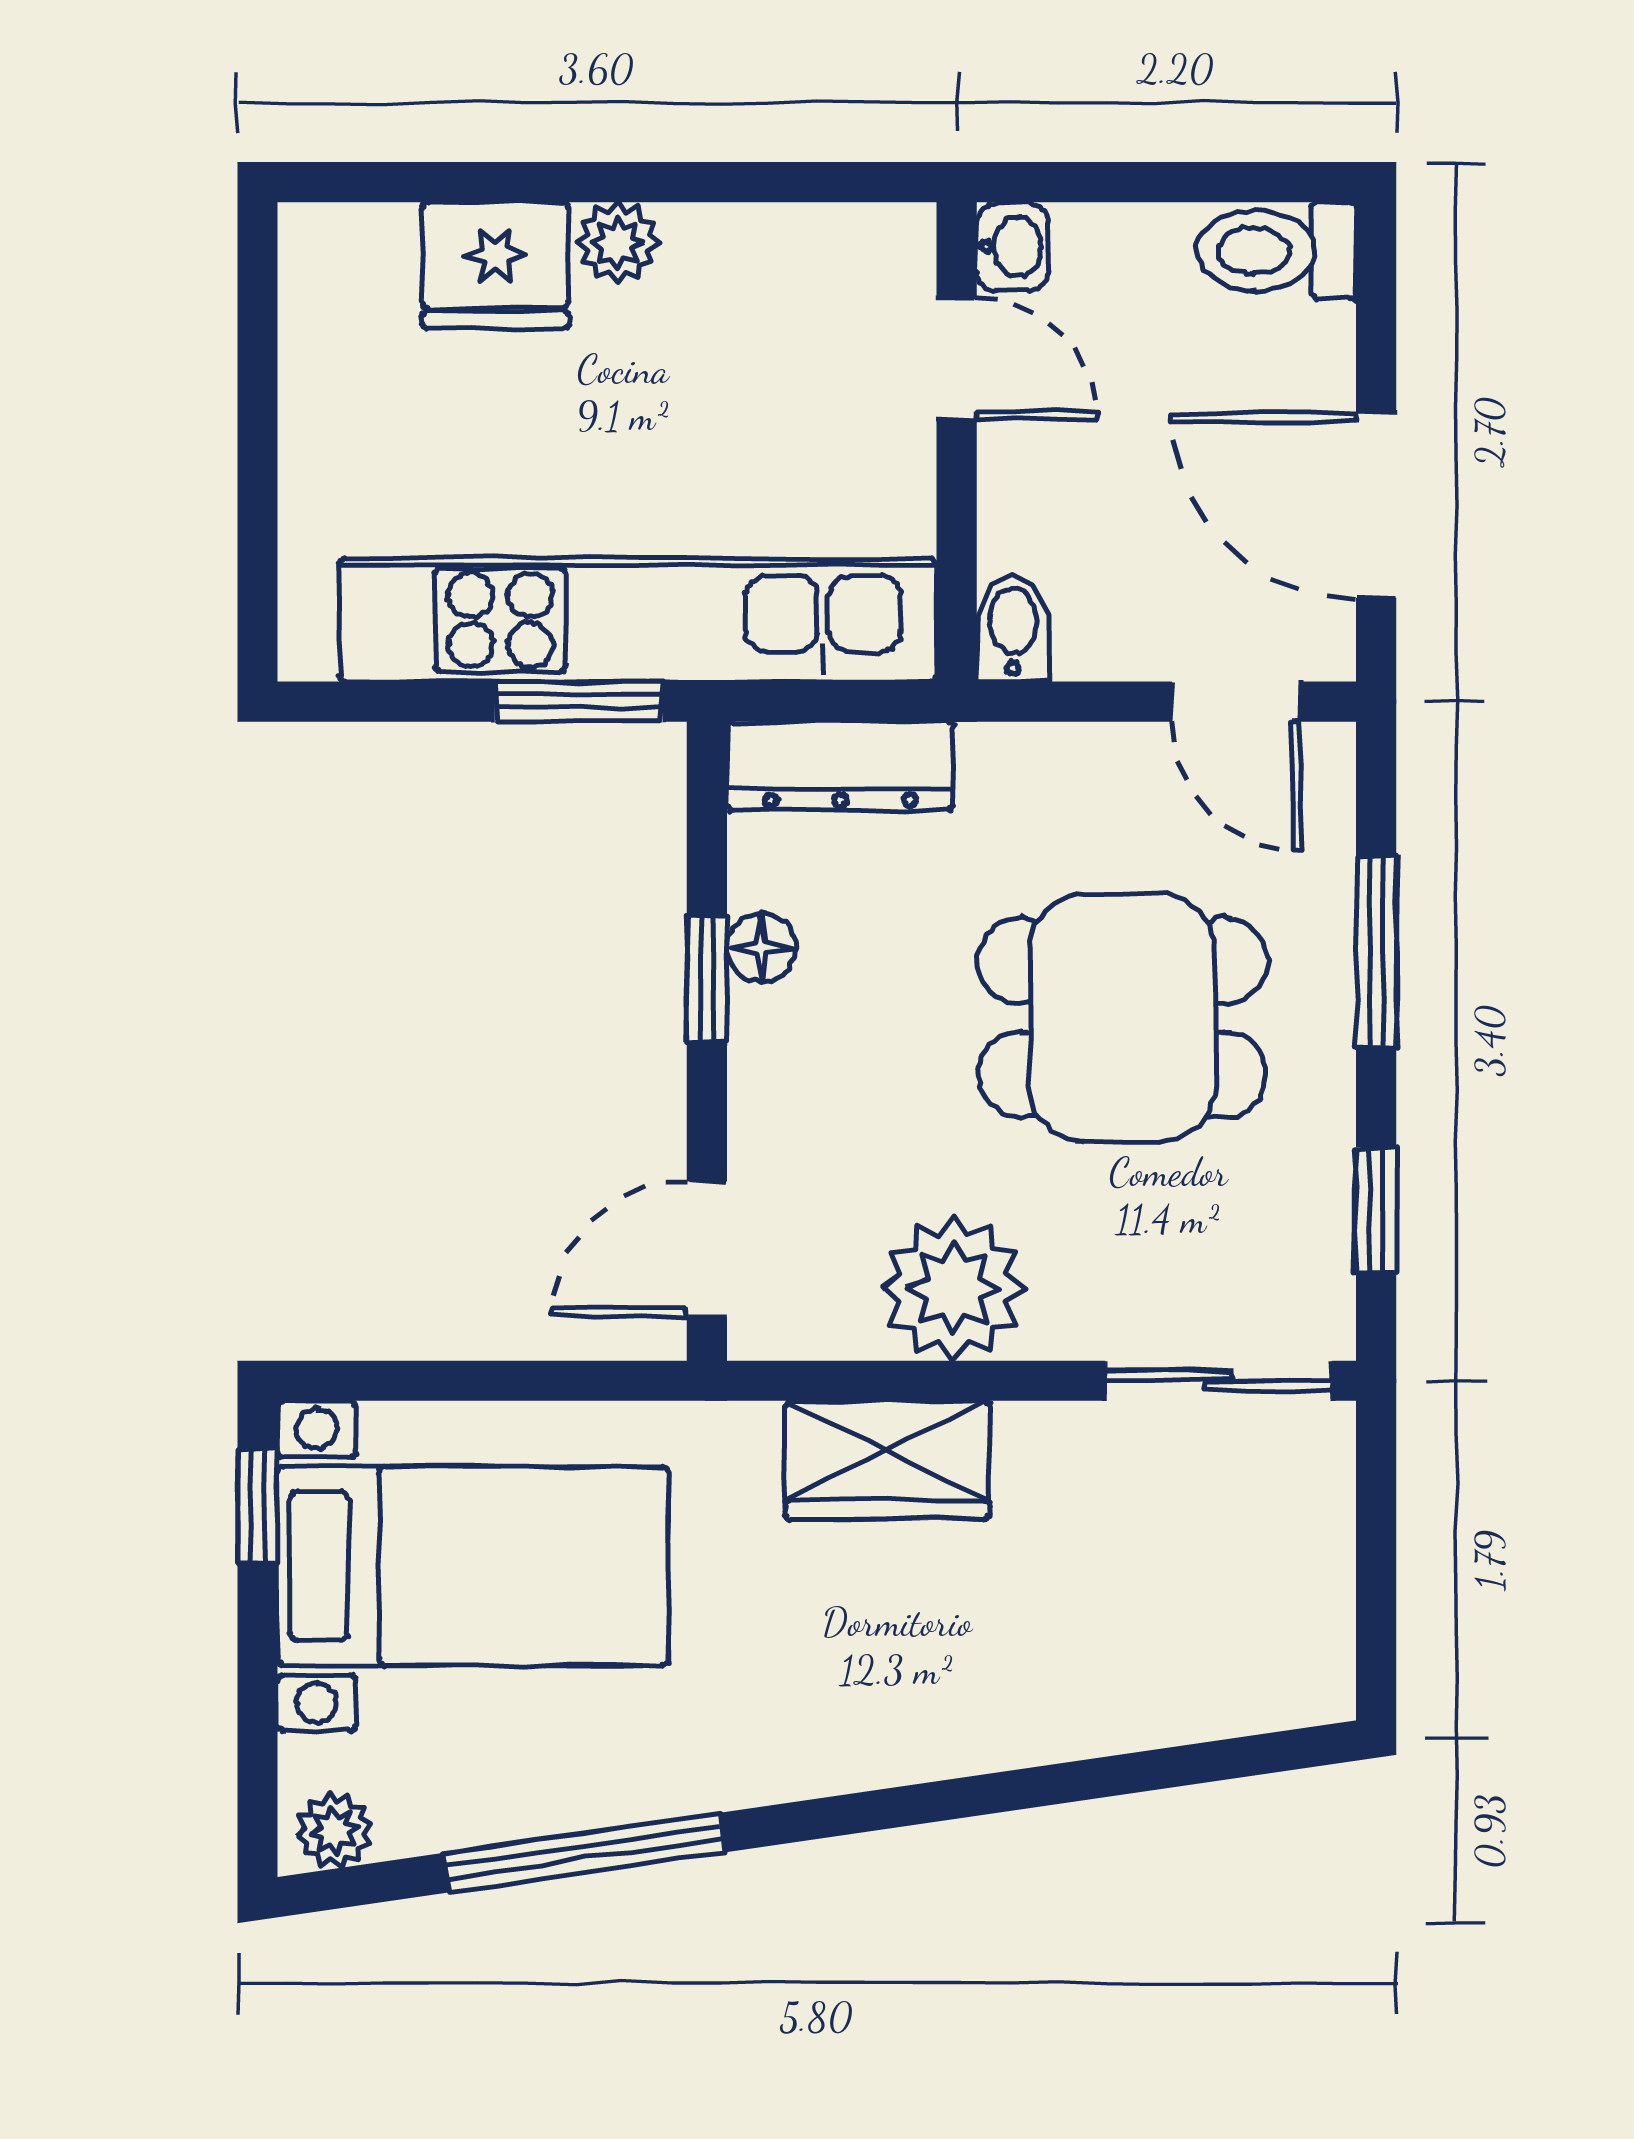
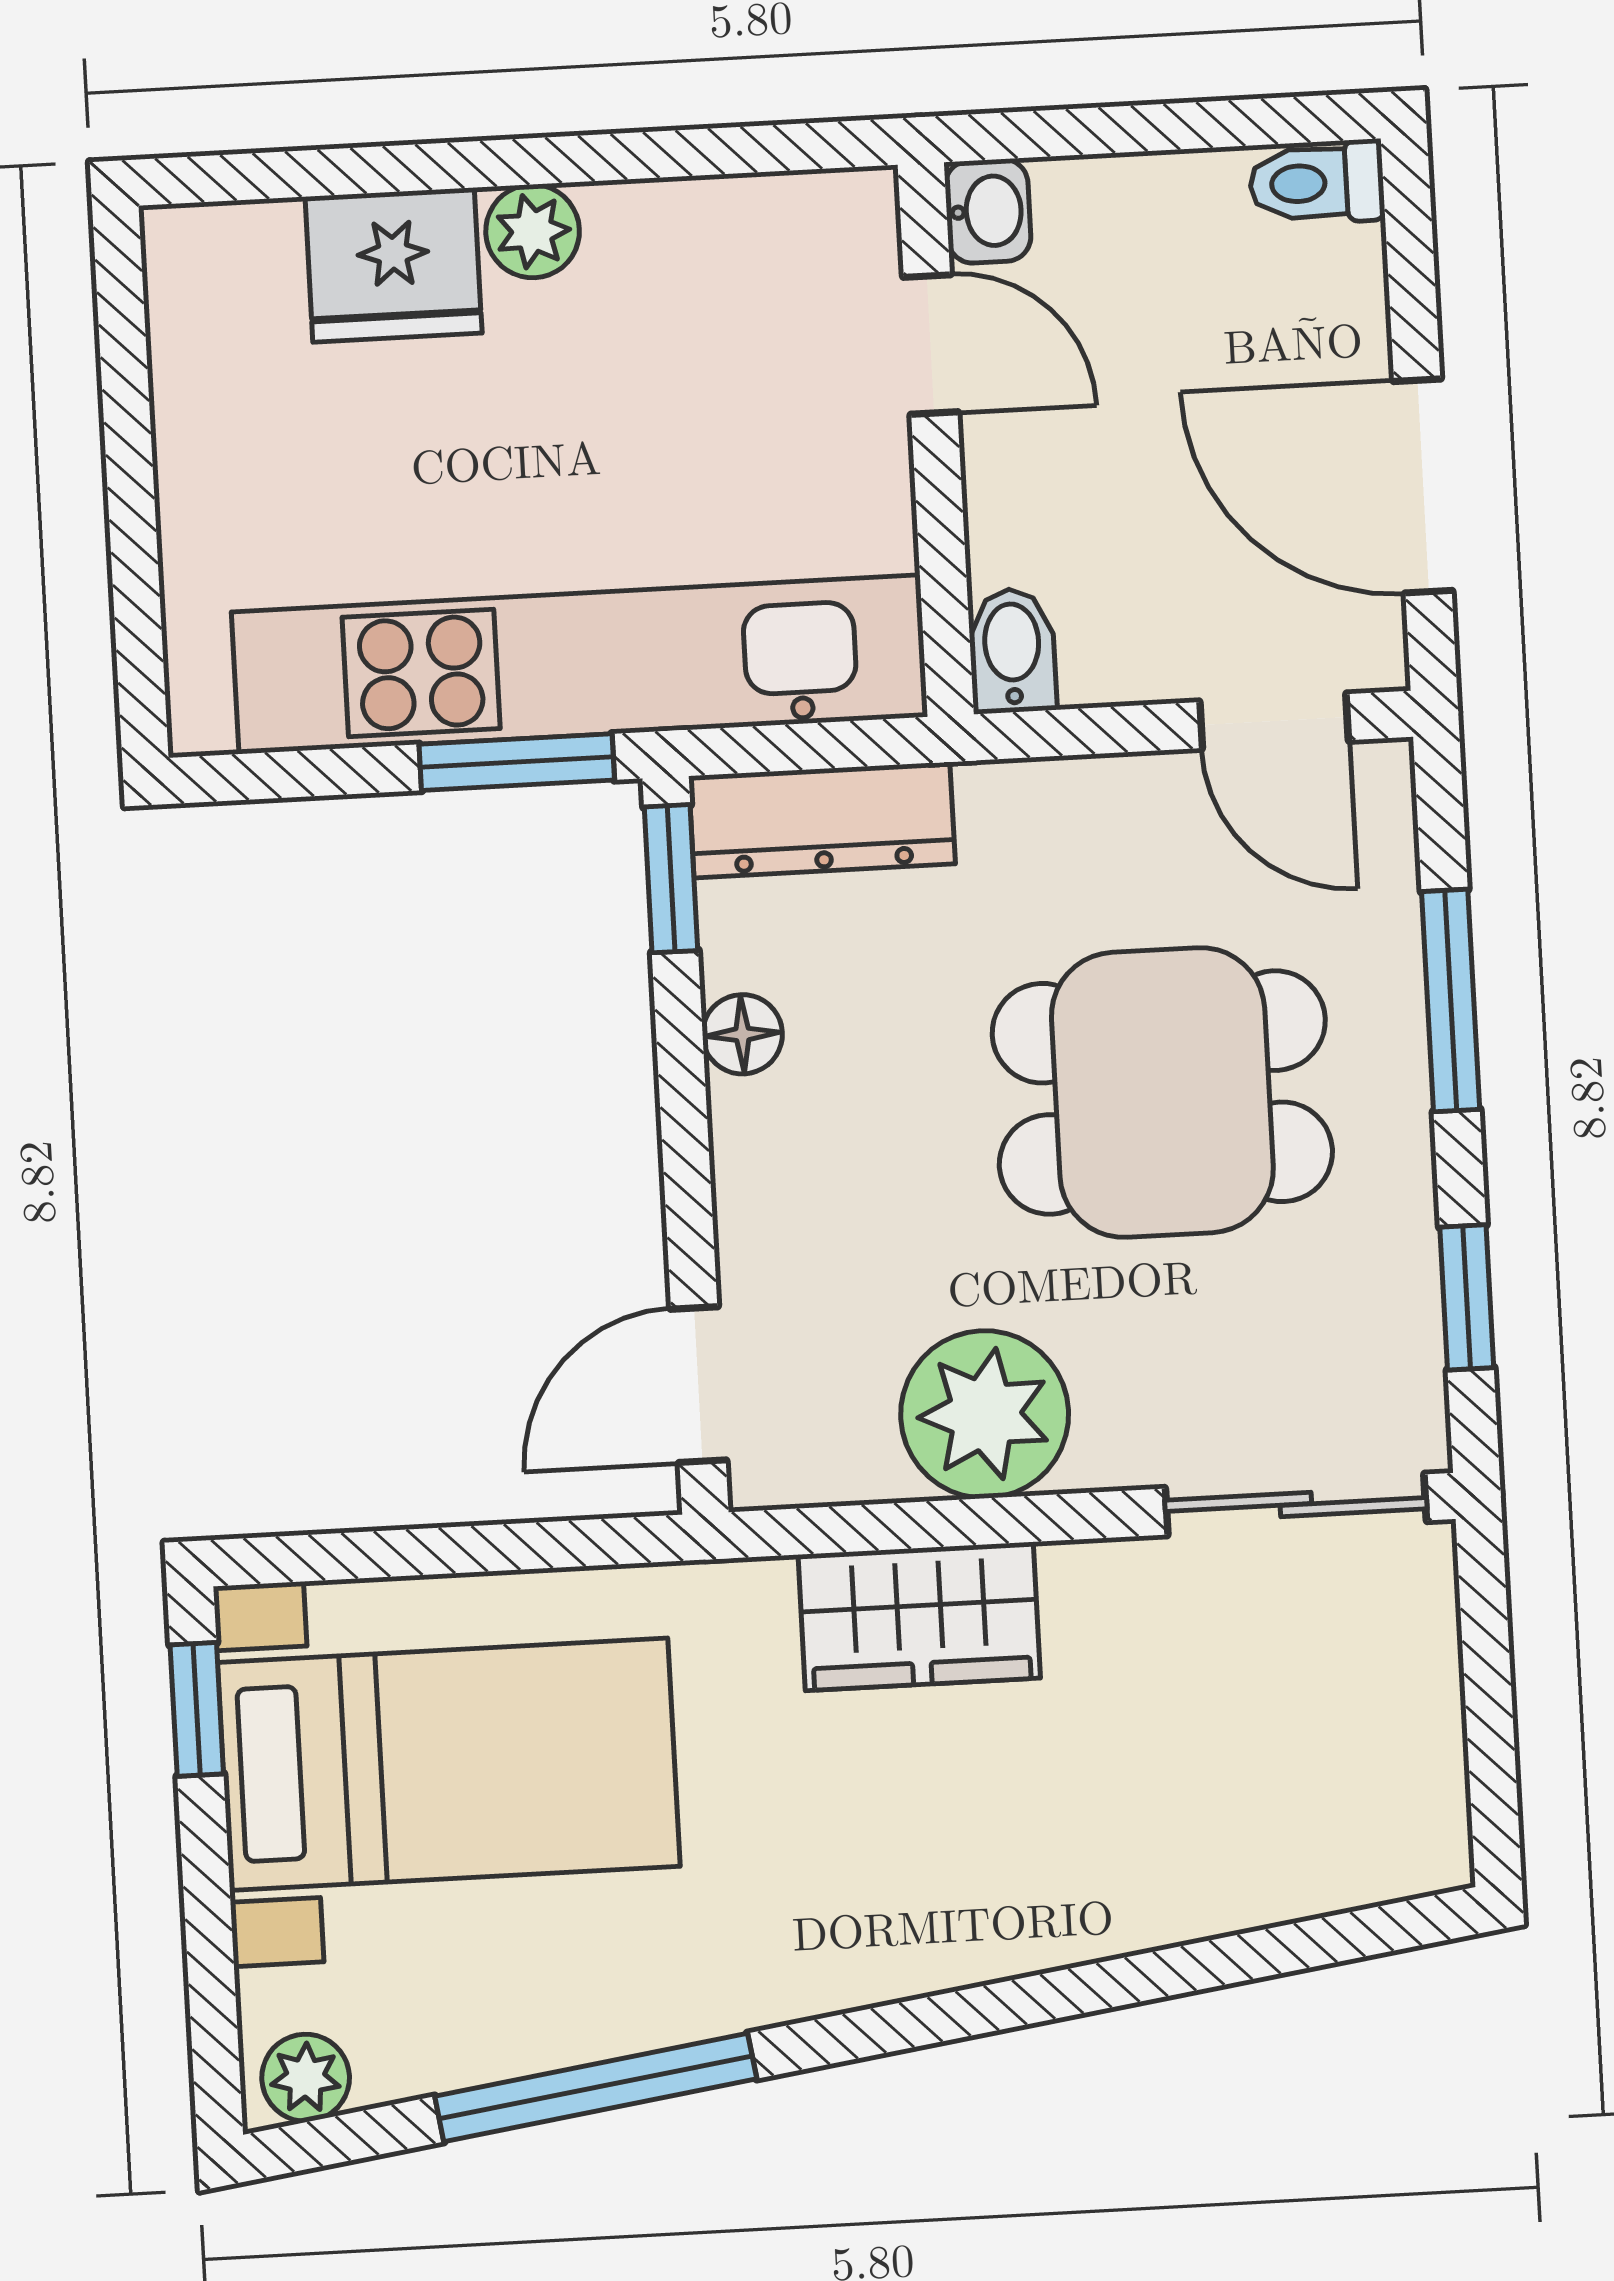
toilet: (1276, 251) -> (1317, 183), width x0.73, depth x0.72
window: (707, 978) -> (671, 879), moved

